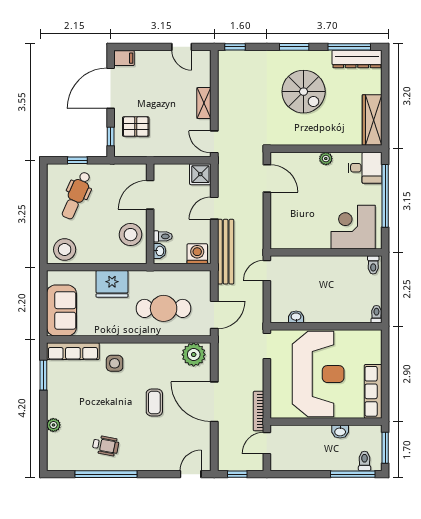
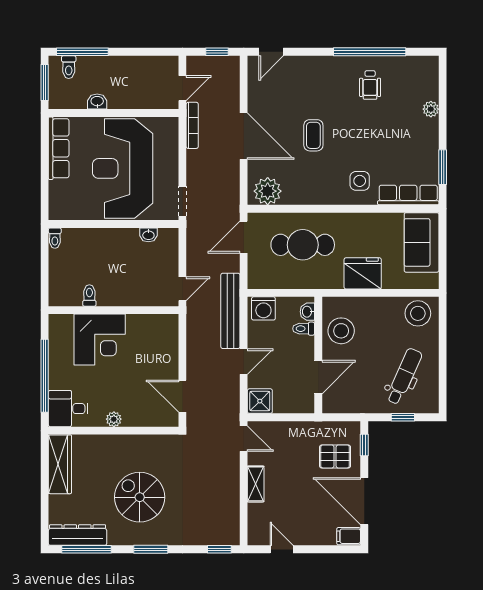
door: (111, 88) -> (364, 501), swing flipped
corner desk: (353, 227) -> (100, 340), moved
toilet: (373, 265) -> (89, 296), moved
wheelchair: (106, 446) -> (370, 85), turned -101

